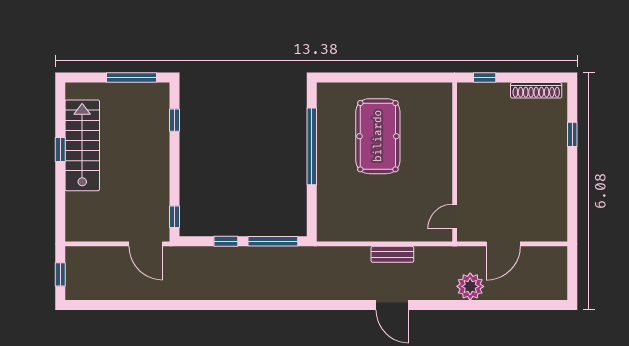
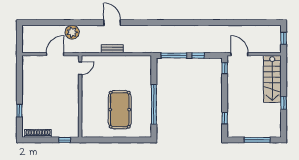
window: (131, 78) -> (257, 140), moved
stairs: (82, 145) -> (272, 79), moved

